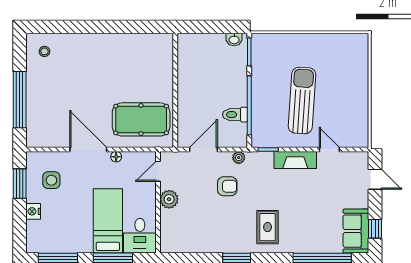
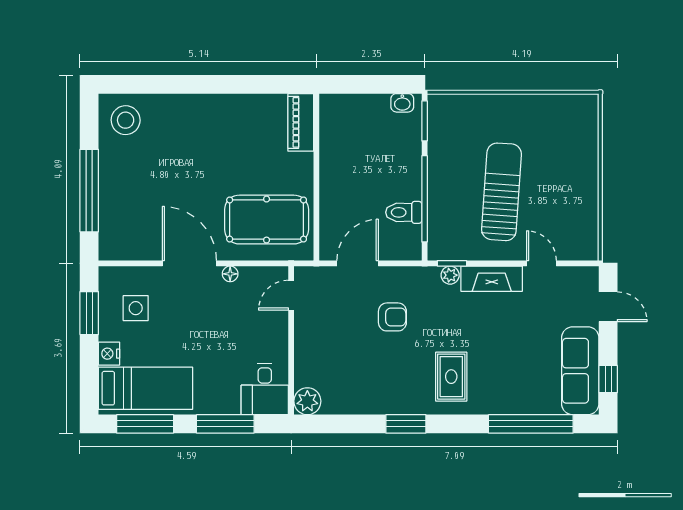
stool: (44, 51) -> (126, 120), width x1.89, depth x1.89
piano: (165, 53) -> (301, 122), added
plant: (239, 158) -> (450, 275), moved
plant: (169, 199) -> (307, 401), moved
bed: (108, 221) -> (145, 388), moved, turned 90
sofa: (356, 231) -> (580, 371), width x1.36

